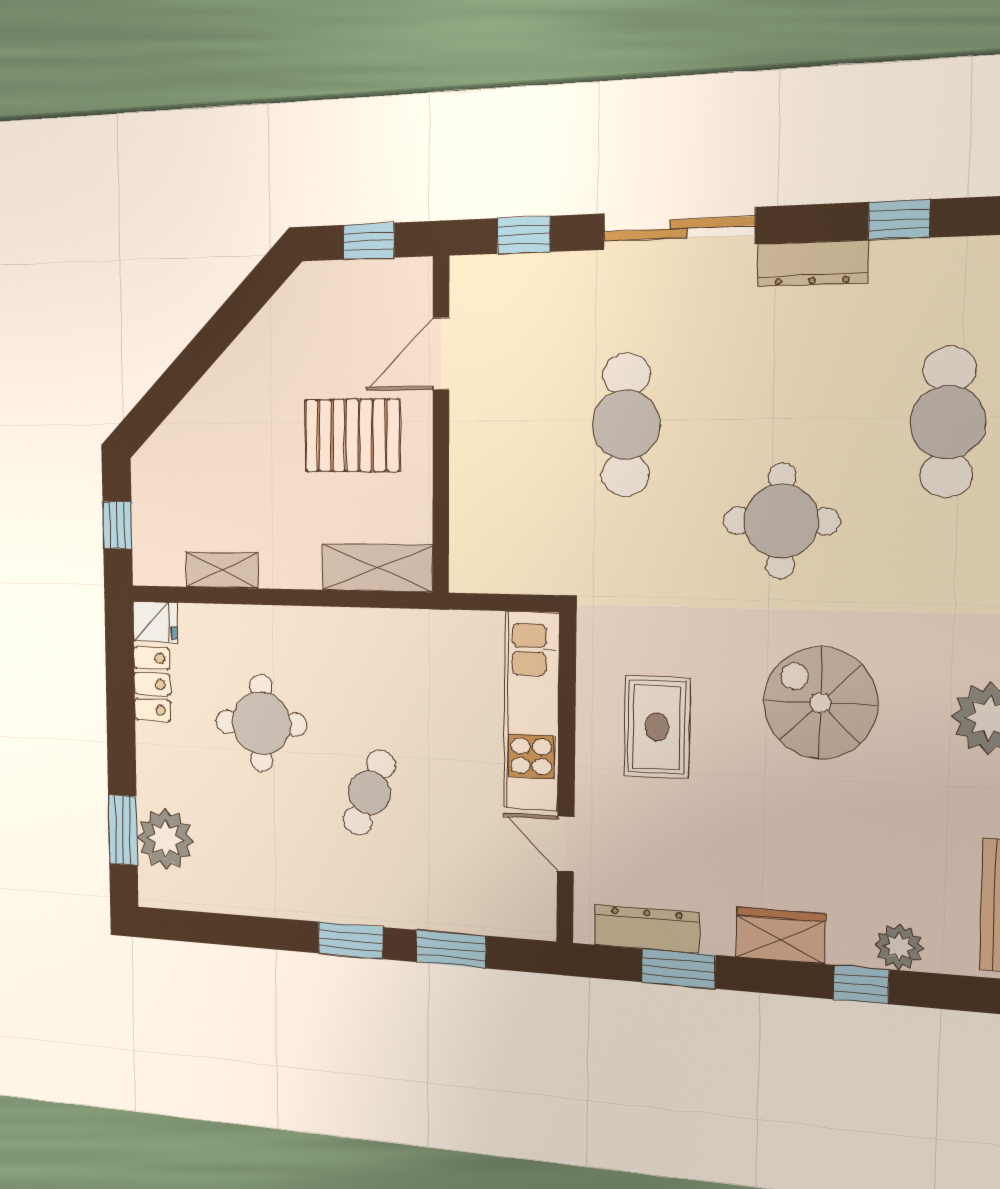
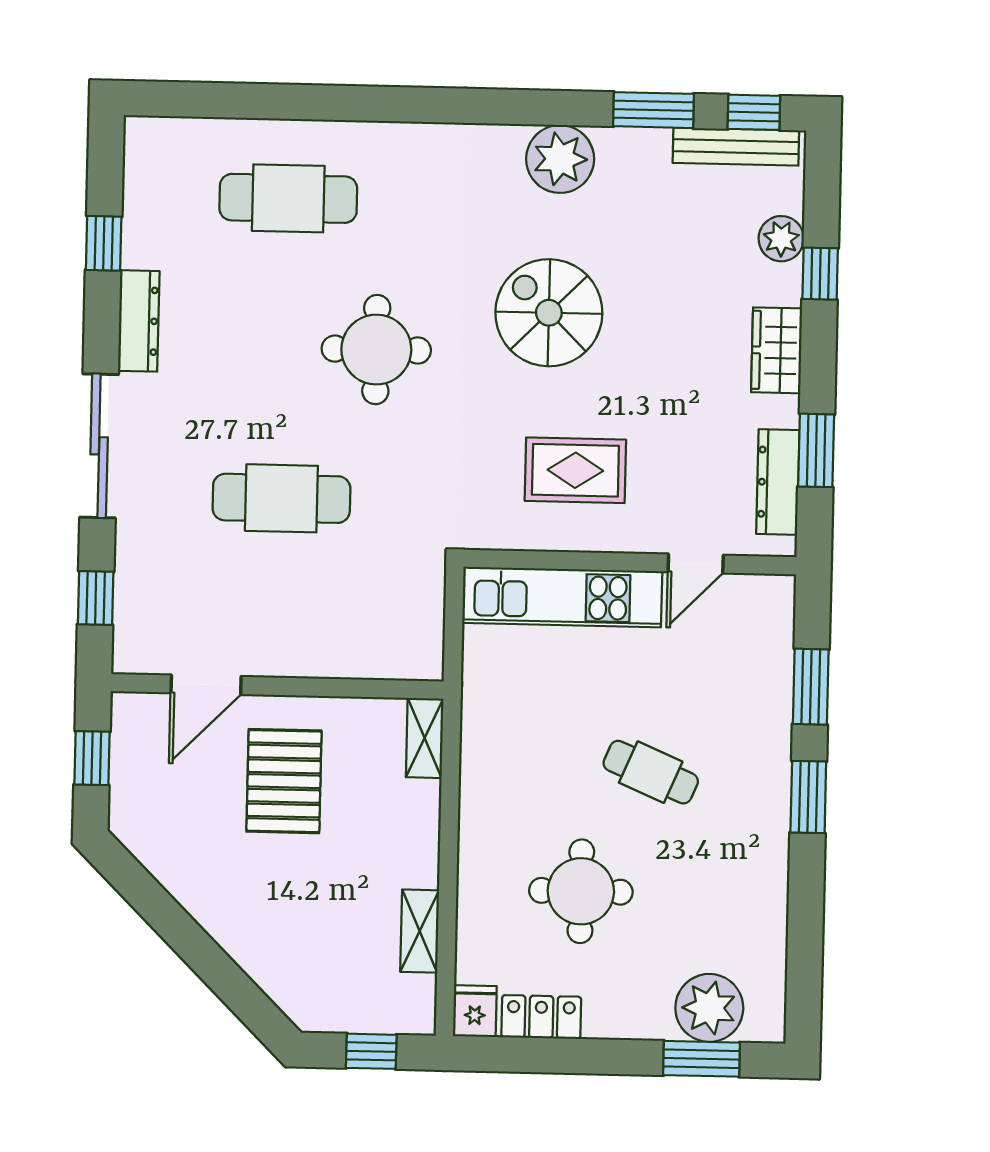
door: (441, 354) -> (206, 685), hinge flipped
shelving: (377, 568) -> (425, 738), width x0.67, depth x0.75
spiral stairs: (820, 703) -> (549, 313), turned 90

